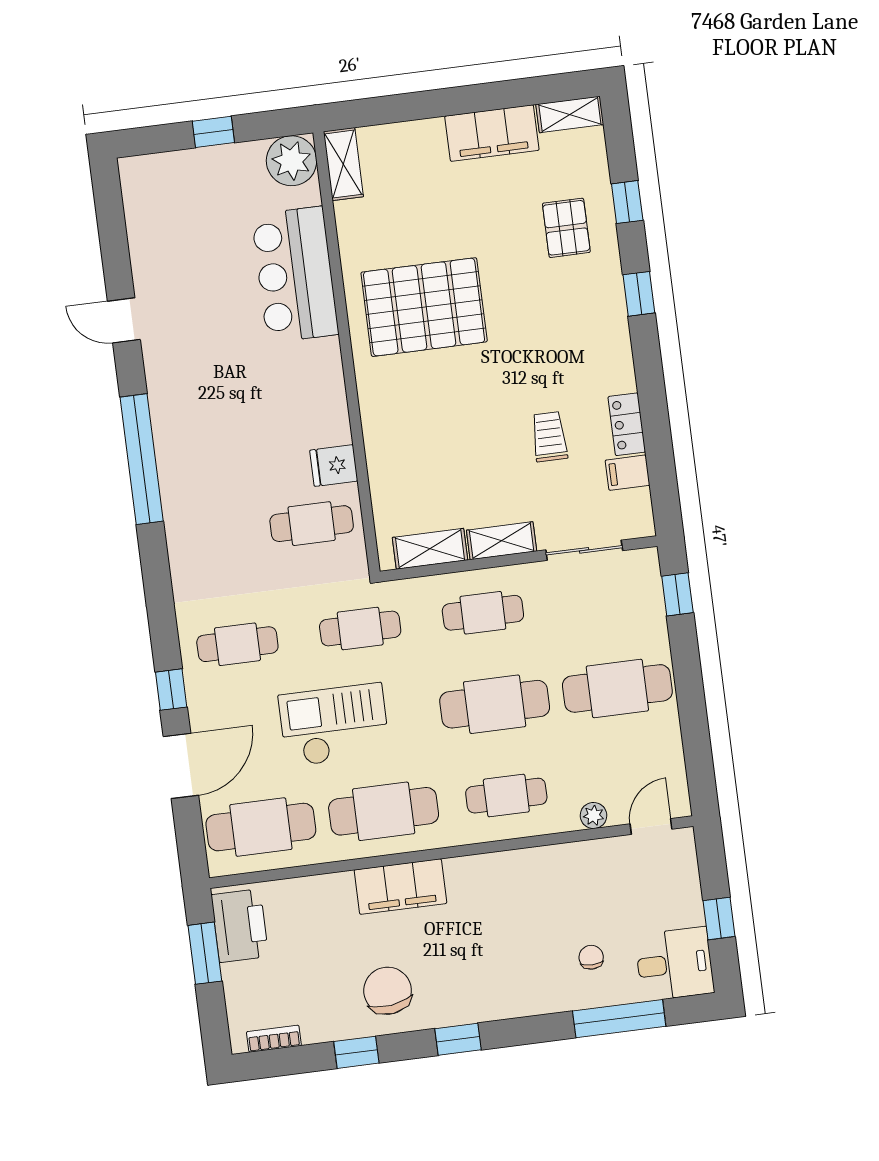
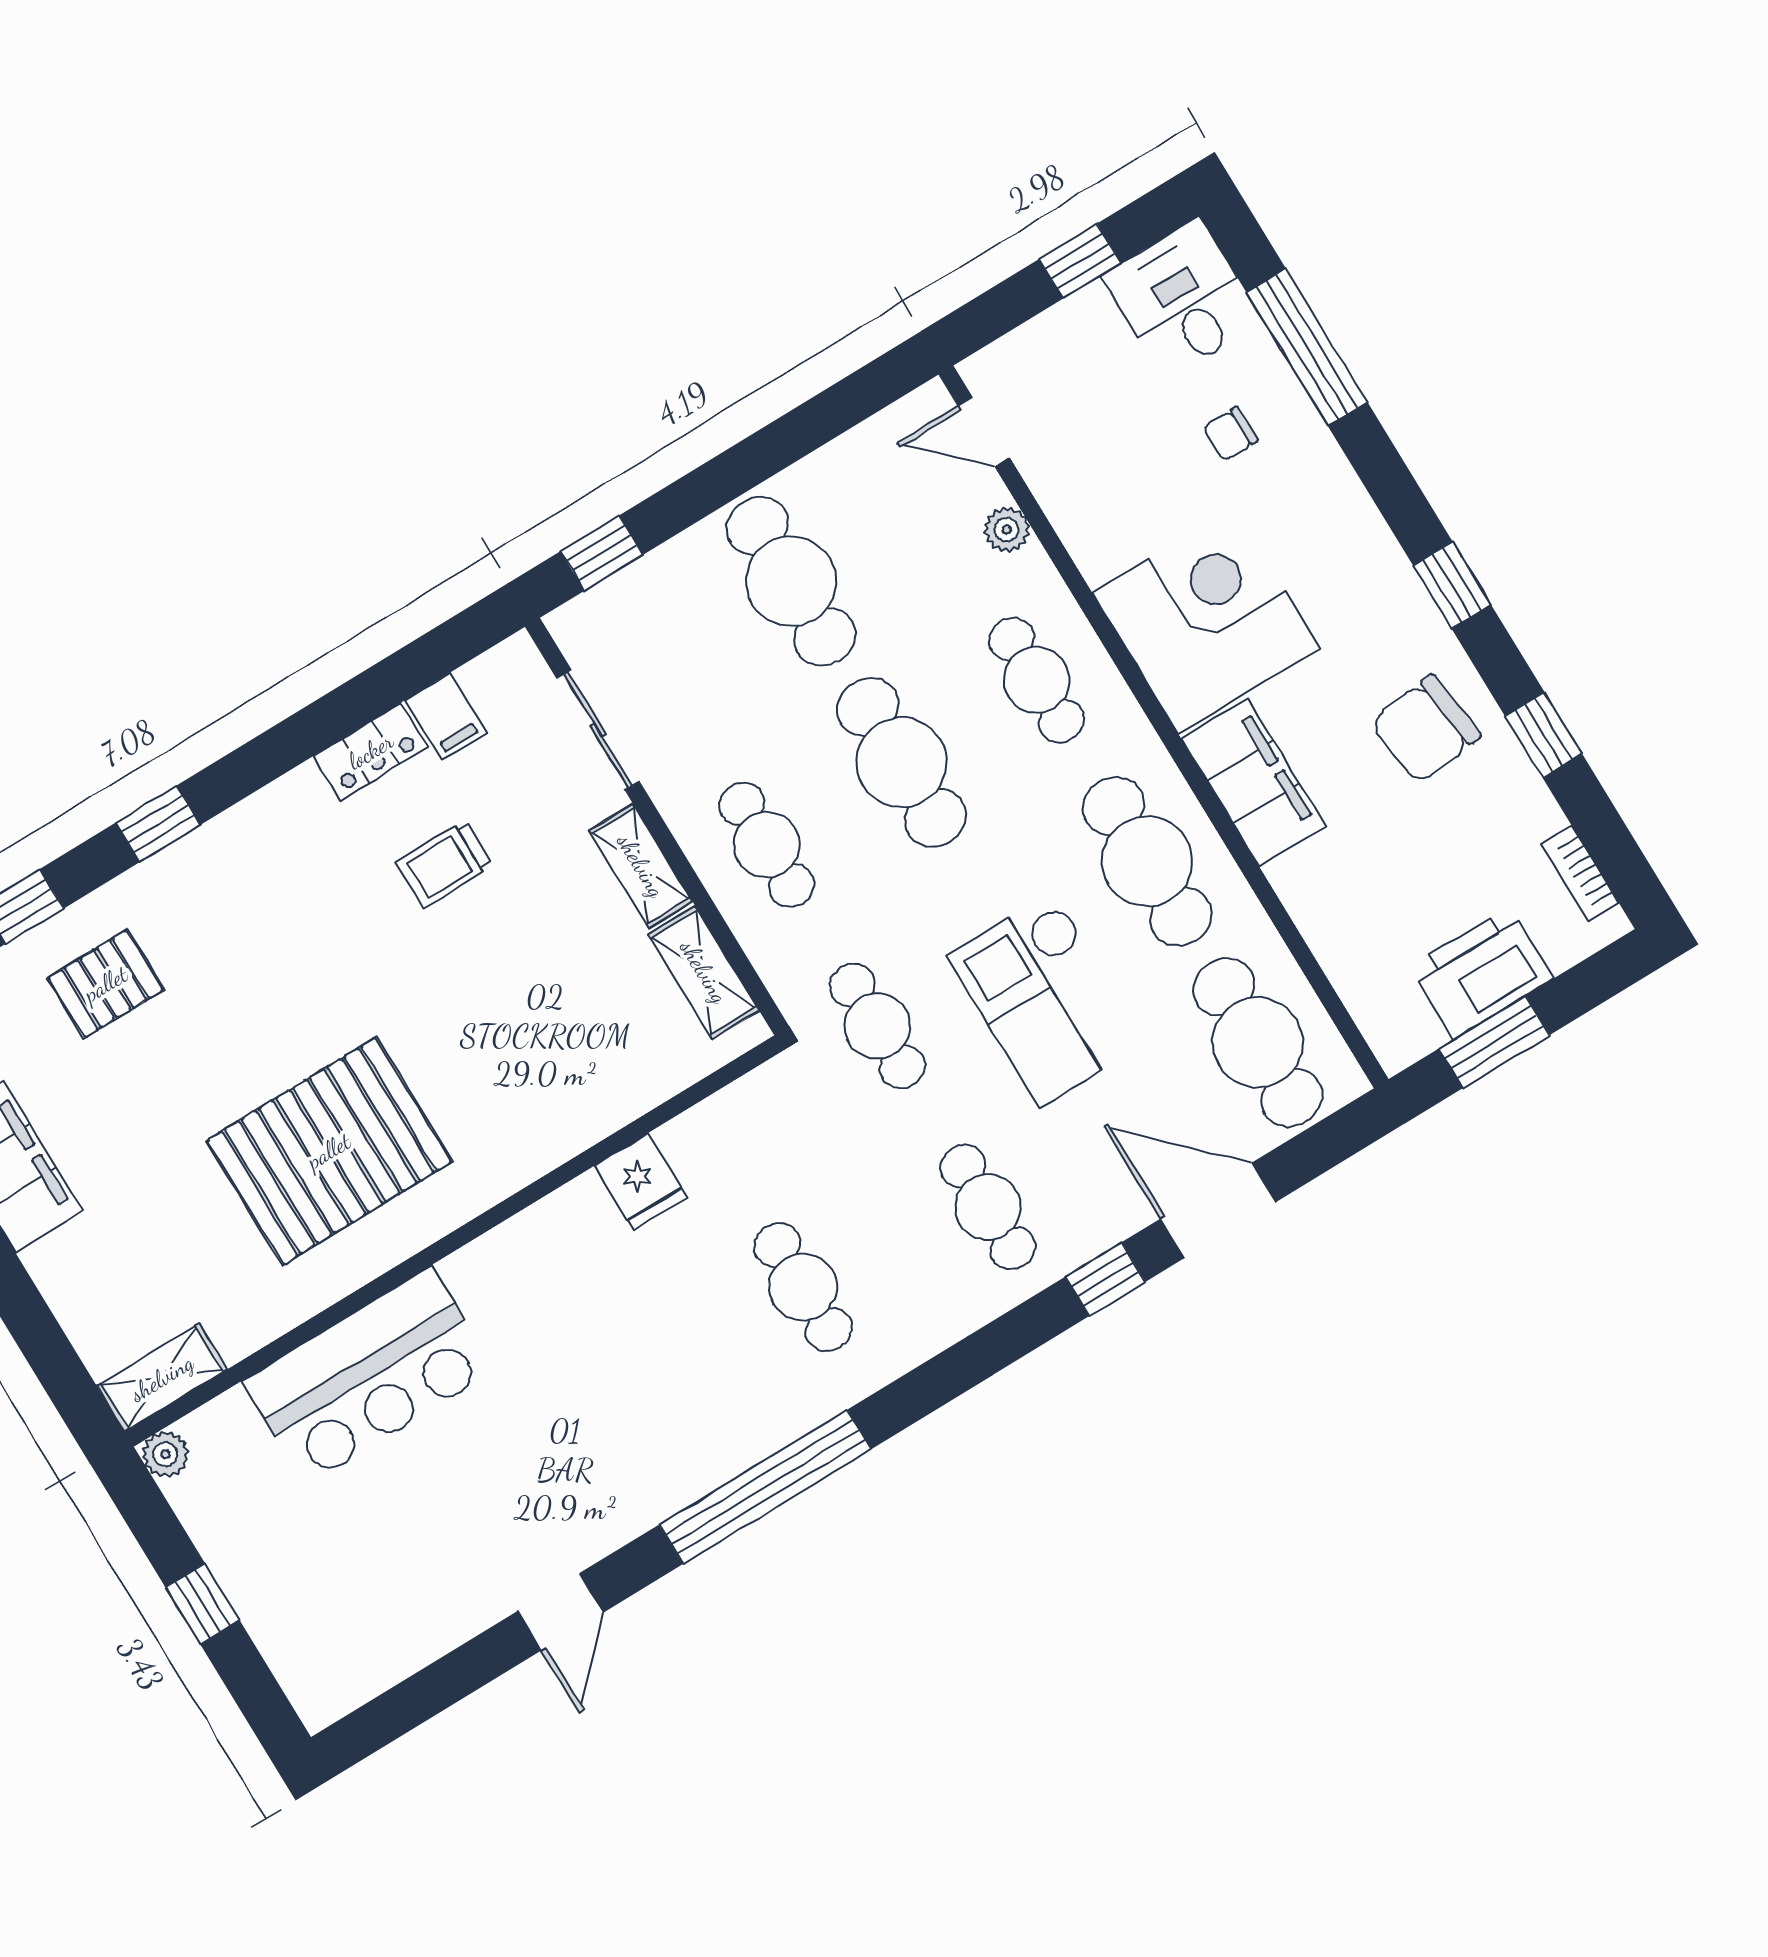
plant: (292, 161) -> (165, 1454), width x0.53, depth x0.53
pallet: (424, 307) -> (329, 1151), turned 90
cafe table: (312, 524) -> (803, 1287), moved
corner desk: (498, 900) -> (1206, 621), added
printer: (240, 926) -> (1482, 973), moved

